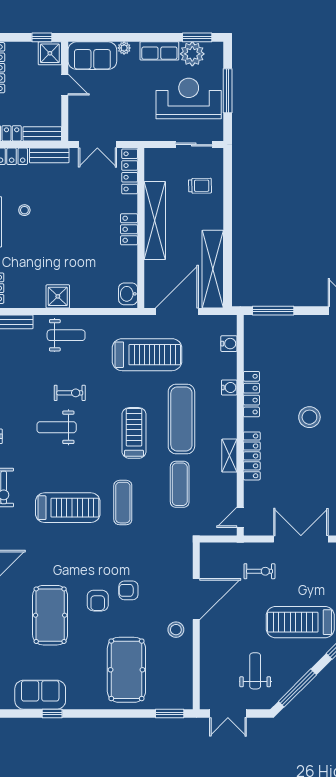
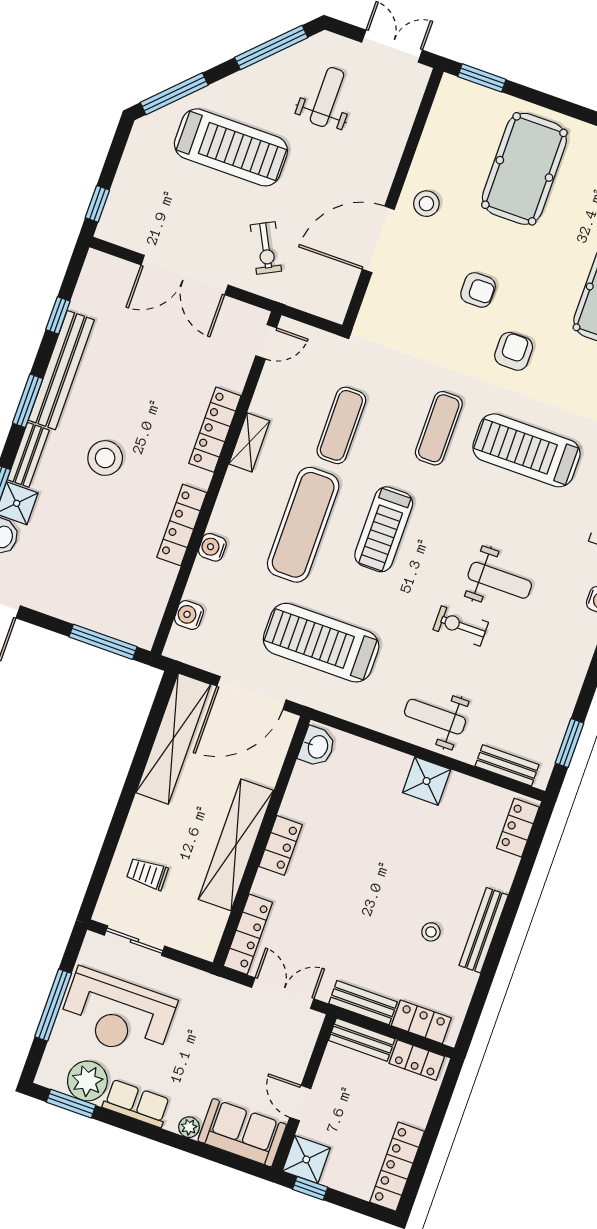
exercise bike: (259, 571) -> (266, 248), turned -117
armchair: (98, 601) -> (514, 351), moved
weight bench: (255, 671) -> (327, 97), turned 180

